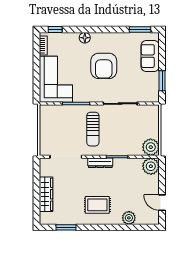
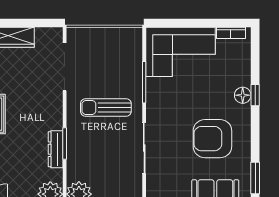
window: (55, 29) -> (255, 95), moved
armchair: (104, 66) -> (212, 139), moved
dresser: (100, 163) -> (56, 149), moved

